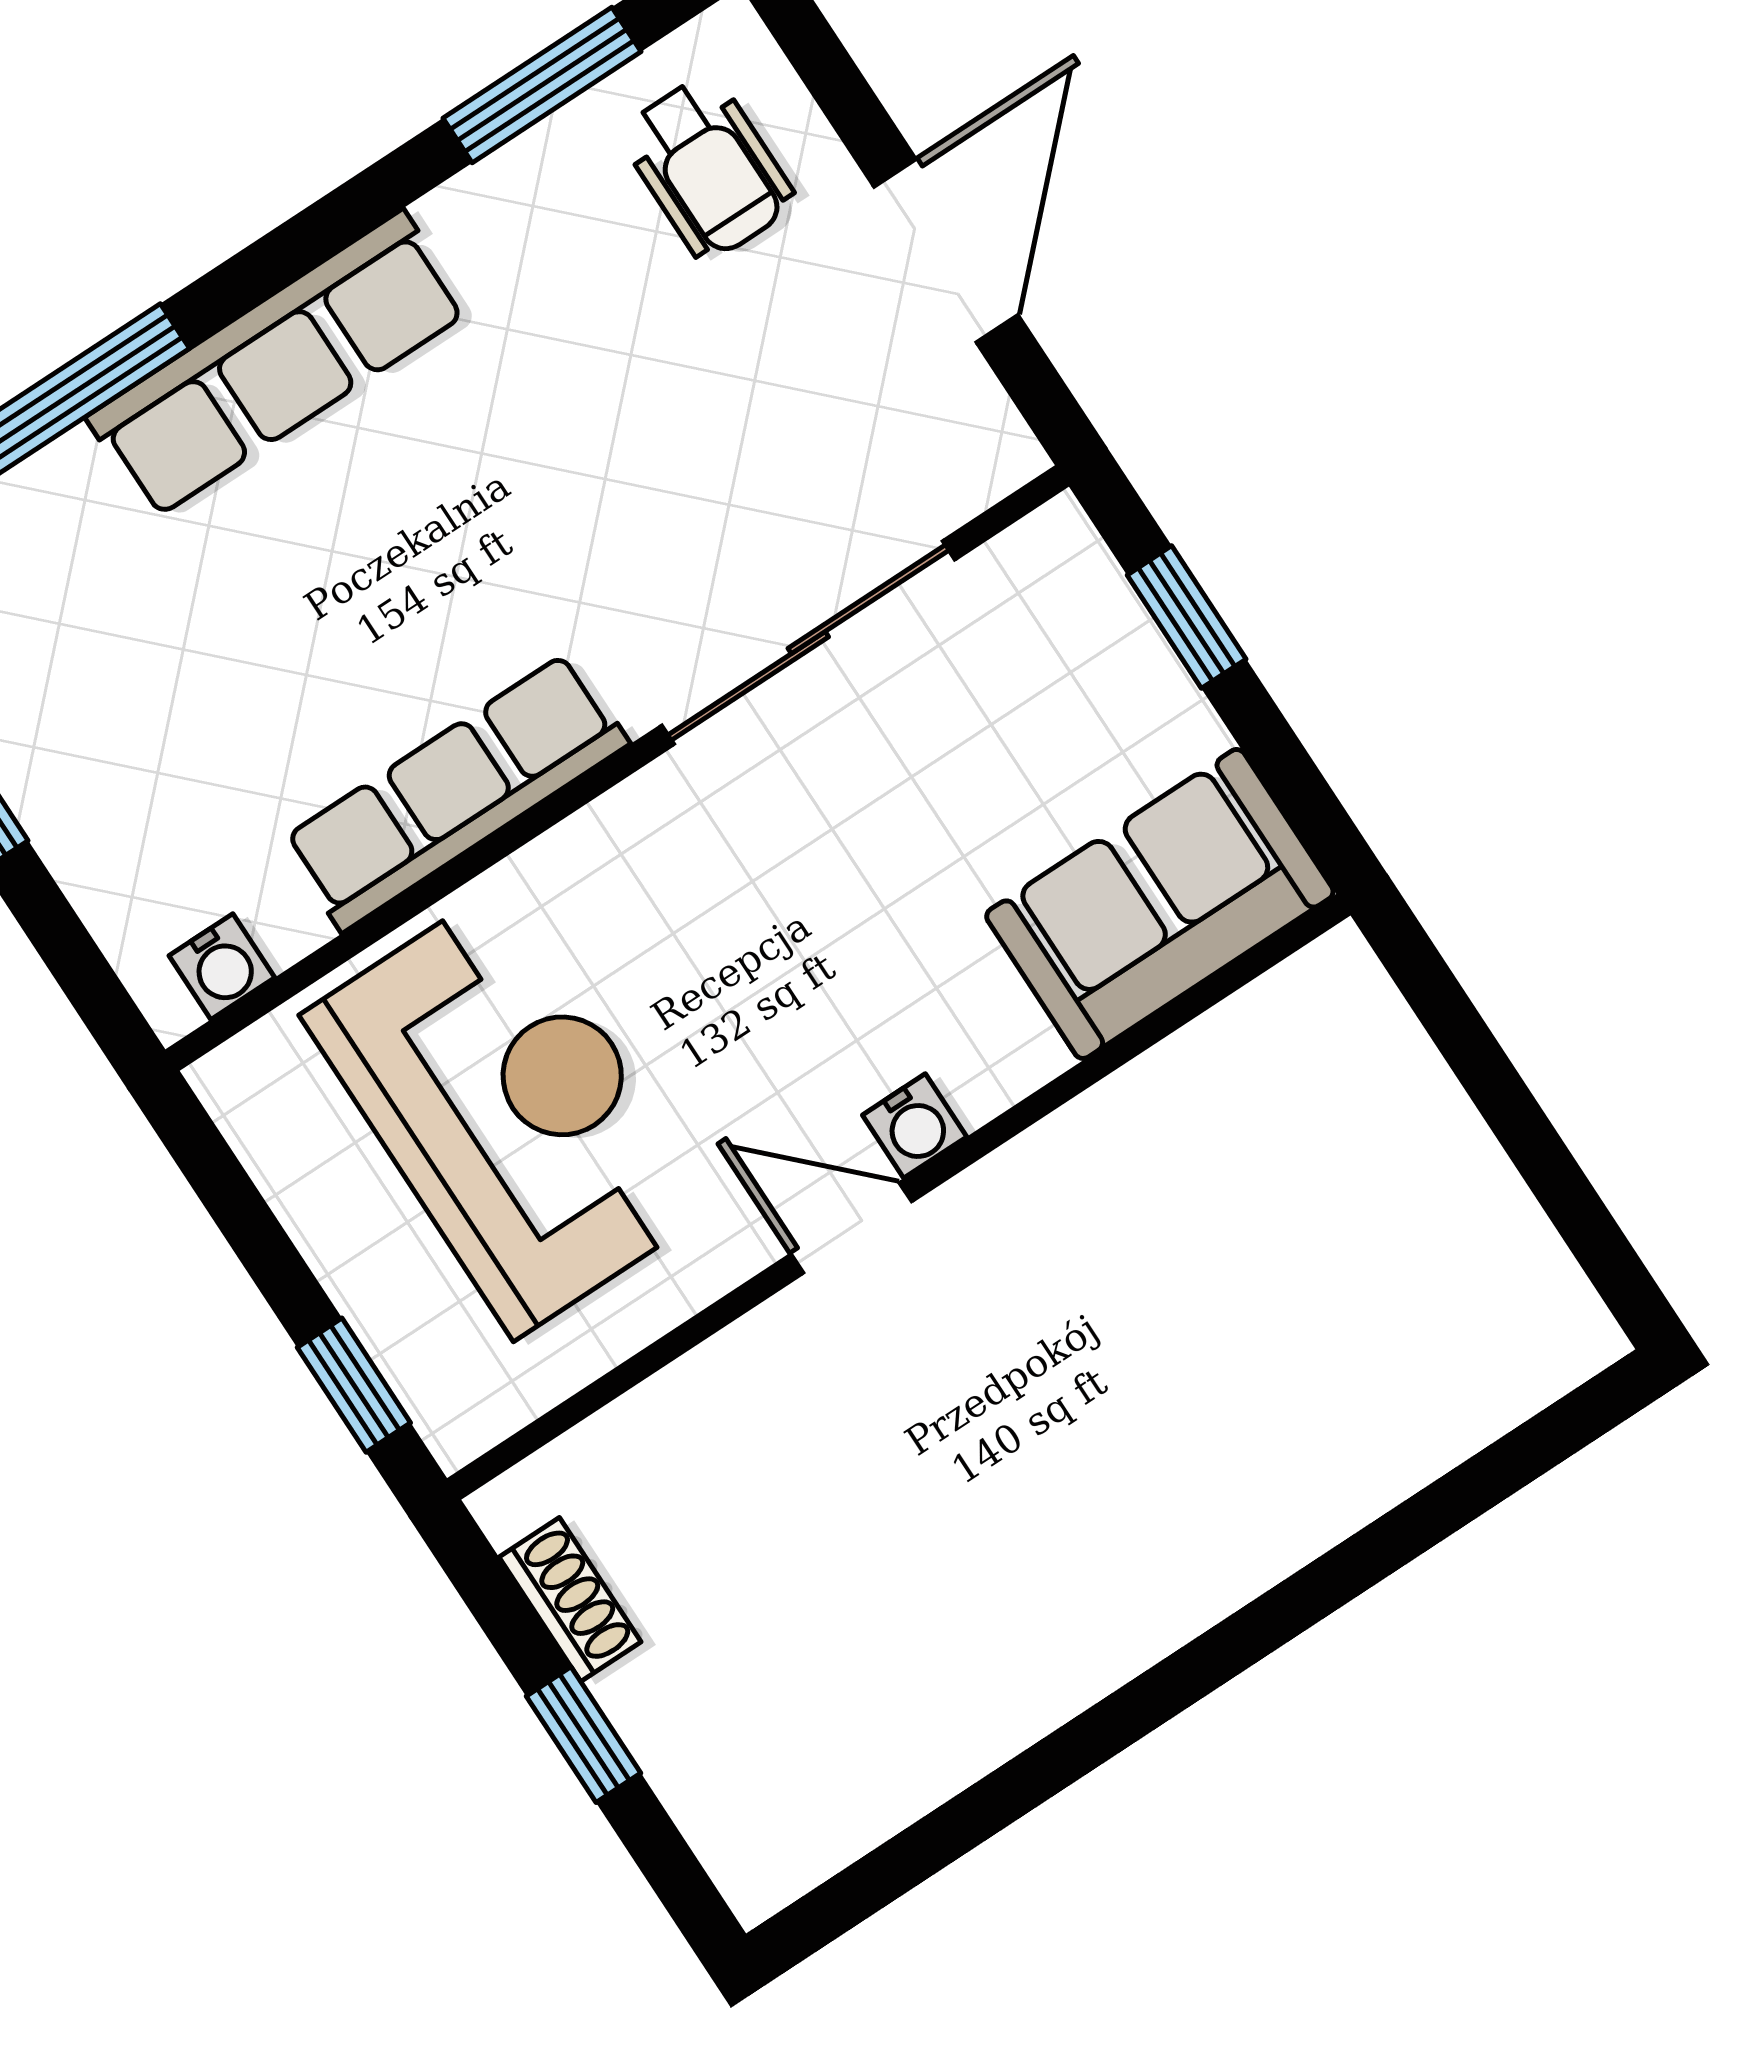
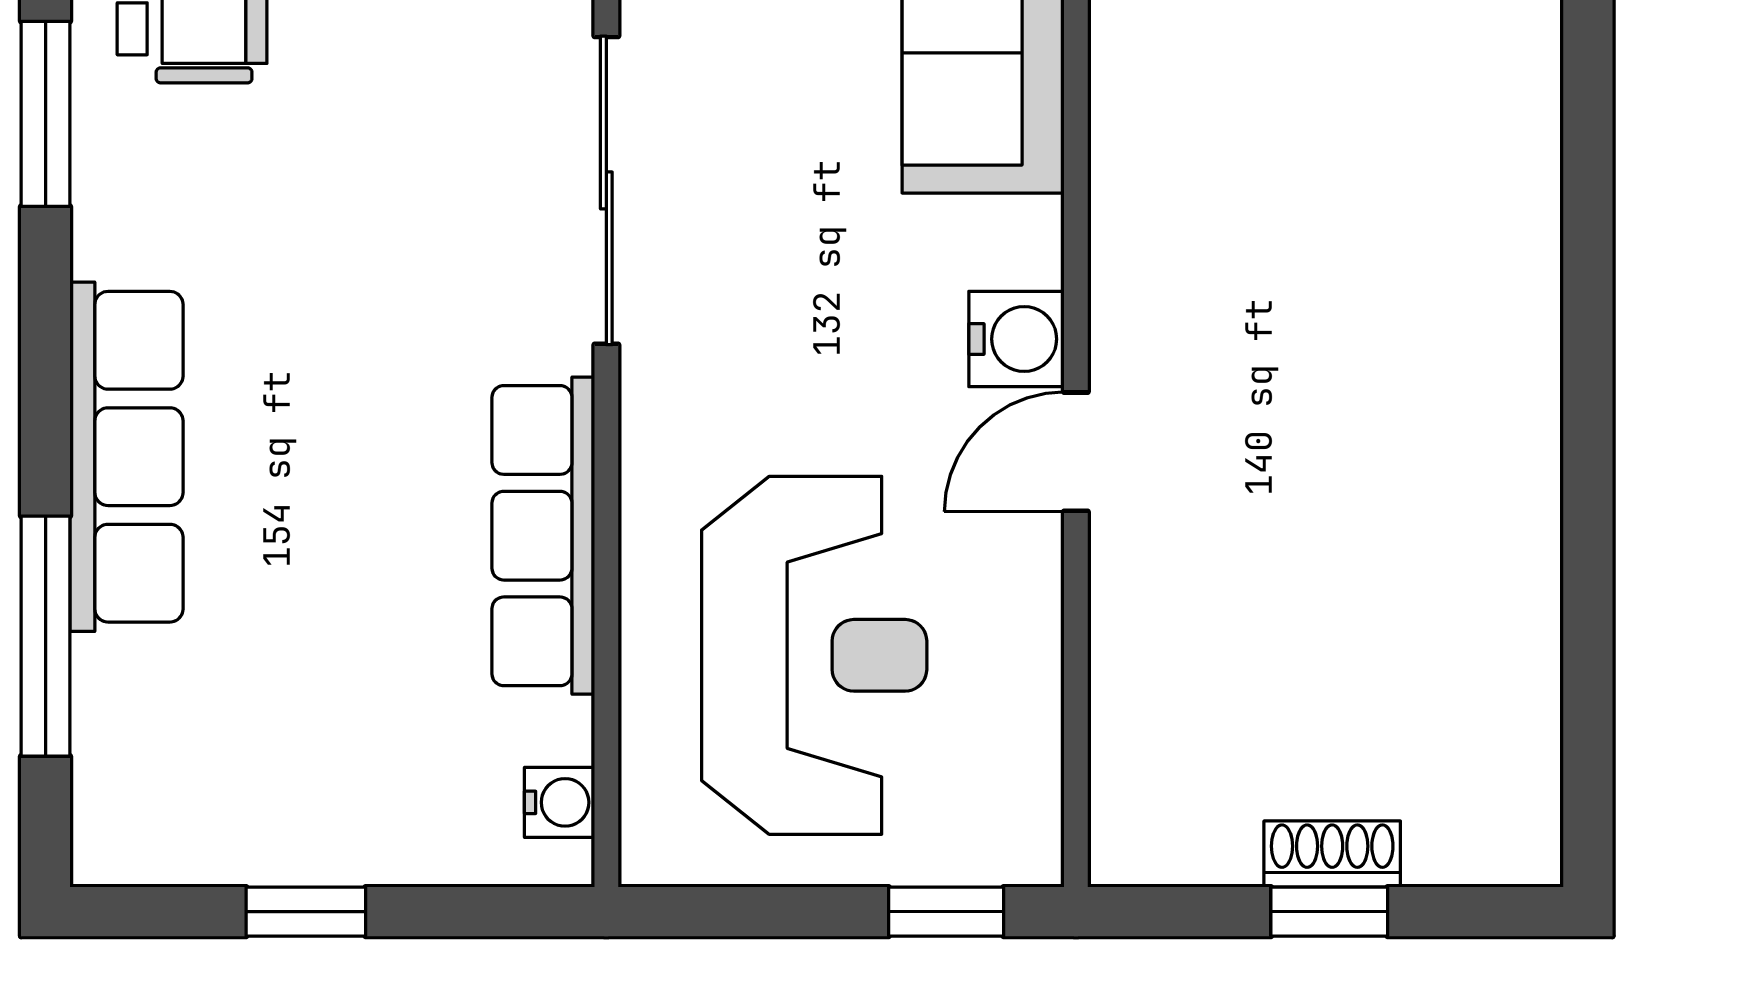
reception desk: (509, 1111) -> (814, 655), turned 90
water cooler: (915, 1126) -> (1017, 339), width x1.38, depth x1.38
shoe rack: (570, 1599) -> (1332, 854), moved

